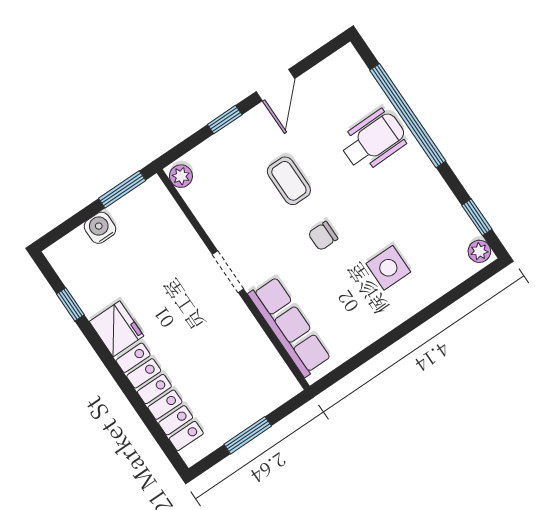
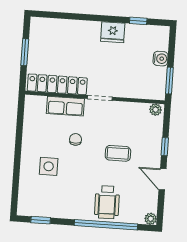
chair: (323, 236) -> (76, 139), moved
plant: (479, 251) -> (151, 219), moved
row of seats: (289, 327) -> (65, 106), width x0.68
locker: (160, 397) -> (57, 84), moved, turned 180

